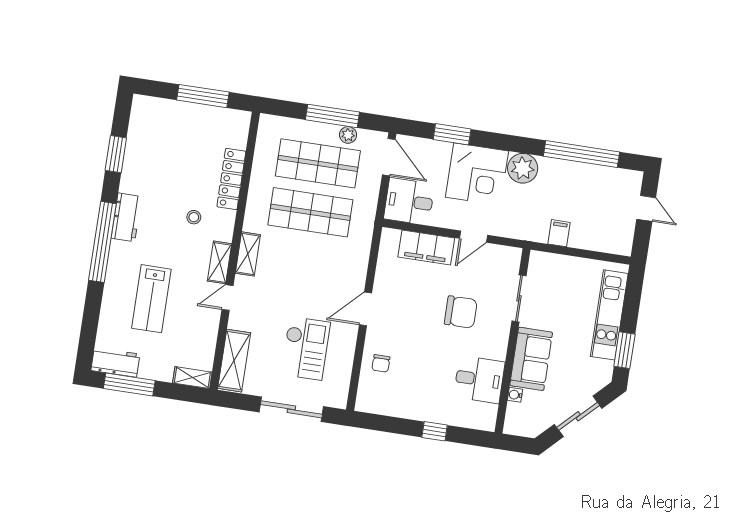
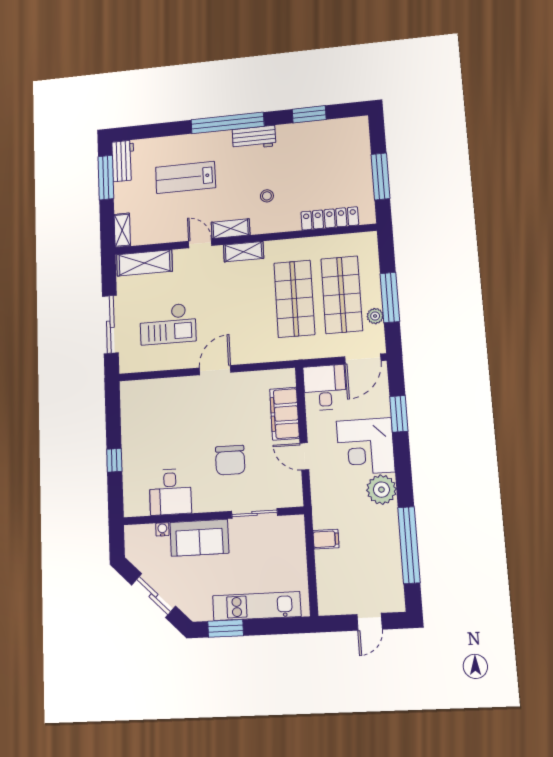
locker: (231, 179) -> (330, 218), moved
door: (366, 309) -> (215, 370), hinge flipped
chair: (381, 363) -> (167, 396), removed

